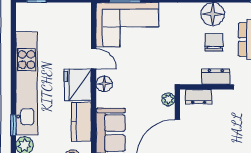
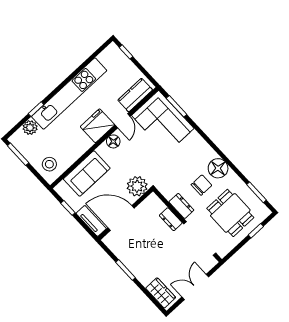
dresser: (198, 97) -> (171, 219), moved
plant: (168, 99) -> (137, 186), width x1.88, depth x1.88
kitchen counter: (81, 122) -> (135, 95), moved

